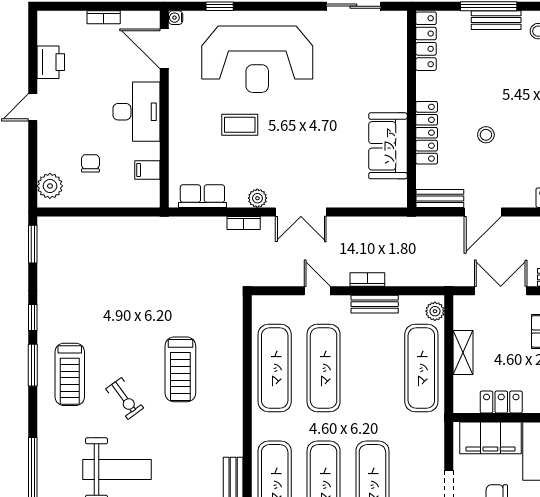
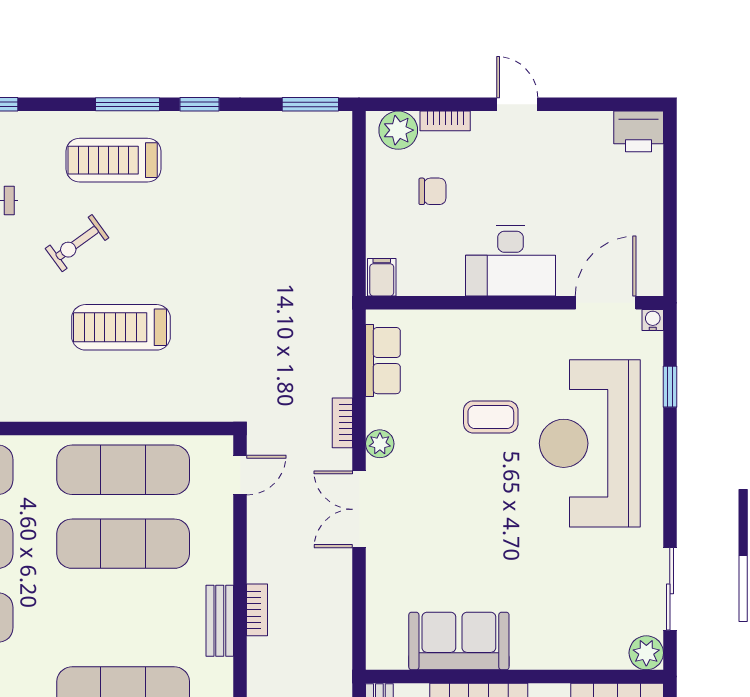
bookcase: (104, 17) -> (445, 121), moved, turned -90
plant: (396, 22) -> (646, 653), added
printer: (51, 62) -> (639, 131), moved
coffee table: (240, 125) -> (491, 417), turned 90
filing cabinet: (147, 170) -> (382, 277), moved
door: (317, 291) -> (240, 475), moved

